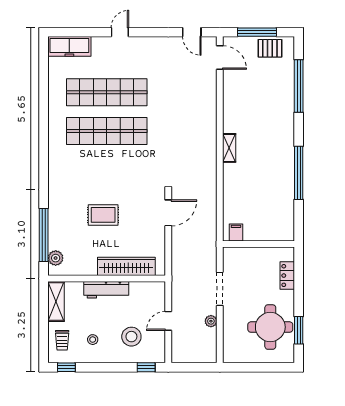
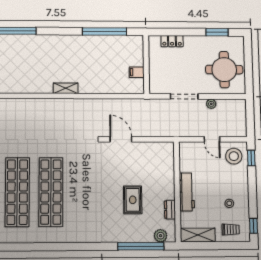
window: (299, 173) -> (104, 31), moved
rug: (103, 215) -> (133, 200), moved
filing cabinet: (236, 232) -> (137, 72), moved
wardrobe: (126, 266) -> (167, 175), removed
dresser: (86, 269) -> (170, 210), added
round table: (270, 327) -> (224, 70), moved
stool: (131, 337) -> (234, 156), moved

